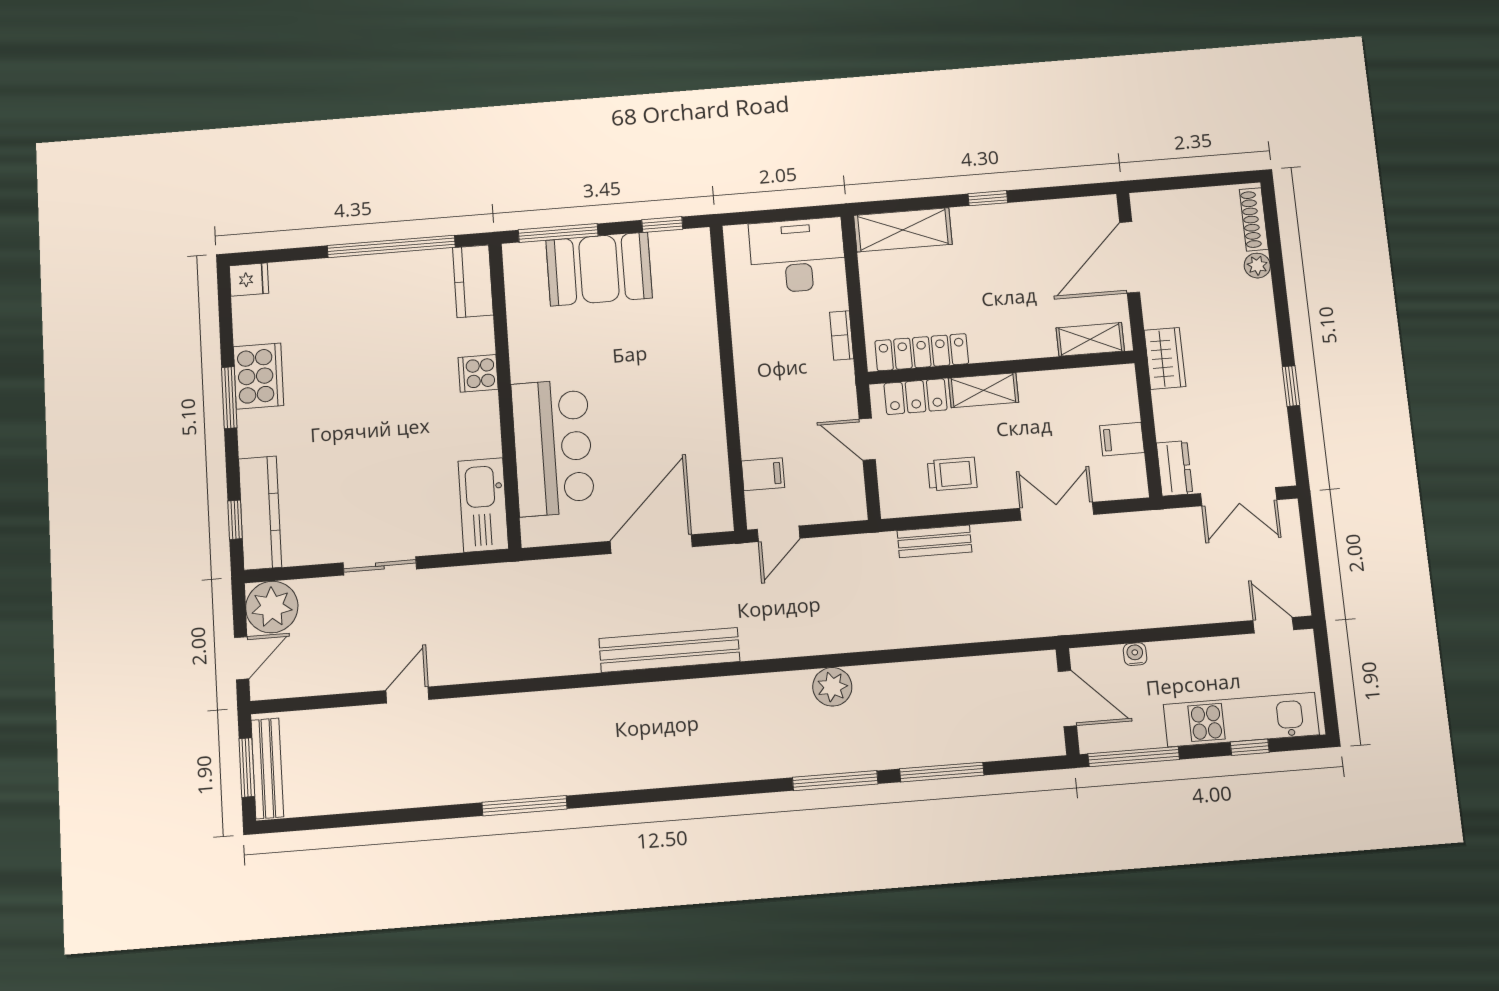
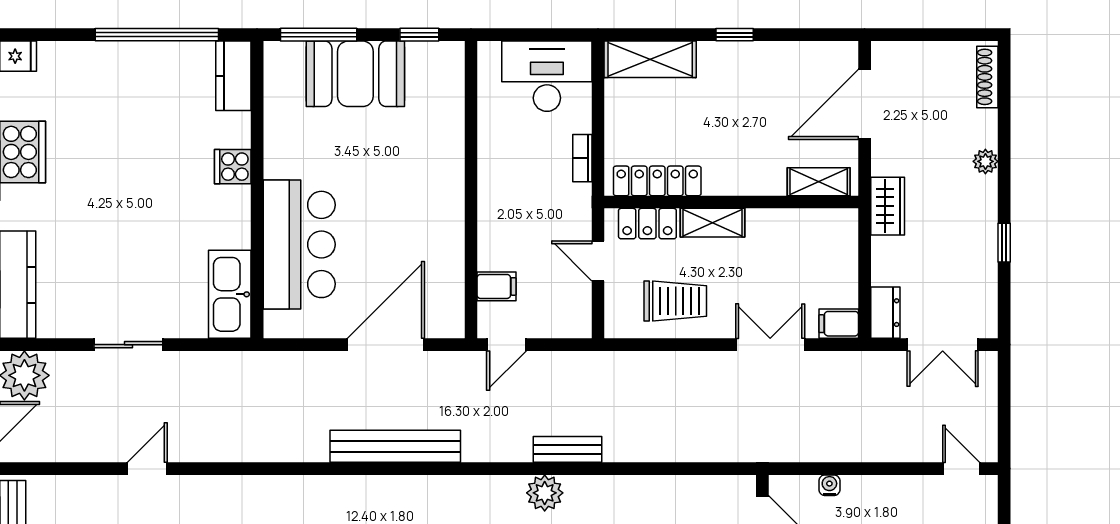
plant: (1257, 266) -> (985, 161), moved
filing cabinet: (1122, 439) -> (839, 324), moved
trolley: (952, 474) -> (675, 301), width x1.36, depth x1.39
bench: (934, 541) -> (567, 449), moved

